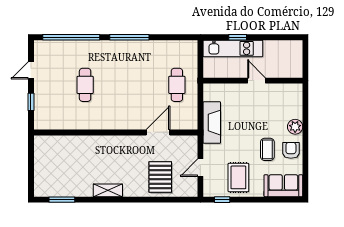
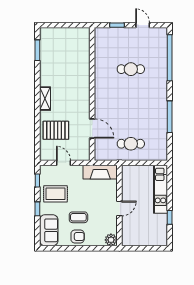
window: (129, 37) -> (170, 117), moved
window: (238, 37) -> (170, 217), moved
wall: (253, 81) -> (119, 206), moved
door: (257, 81) -> (119, 208), moved
plant: (295, 127) -> (111, 240), moved
shelving: (108, 190) -> (45, 99), moved
window: (257, 200) -> (37, 209), added

